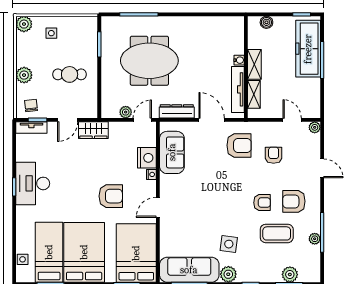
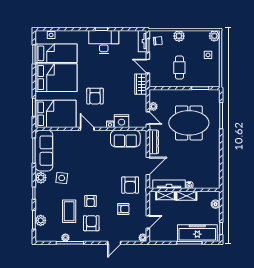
meeting table: (149, 61) -> (189, 123), turned 90

